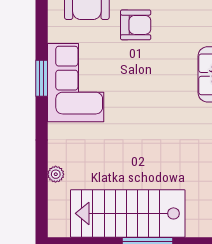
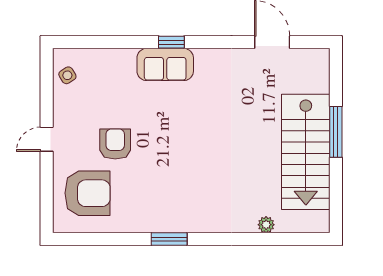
corner sofa: (76, 83) -> (174, 205), removed

